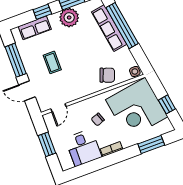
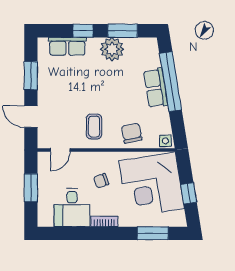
row of seats: (109, 28) -> (156, 88), width x0.68
window: (16, 60) -> (31, 76), width x0.69
coffee table: (52, 62) -> (94, 126), moved
chair: (107, 75) -> (132, 133), turned -123

